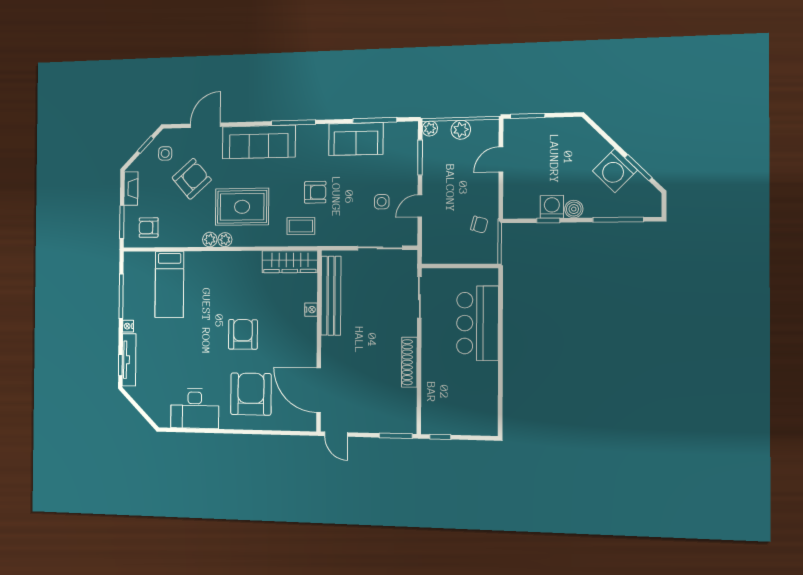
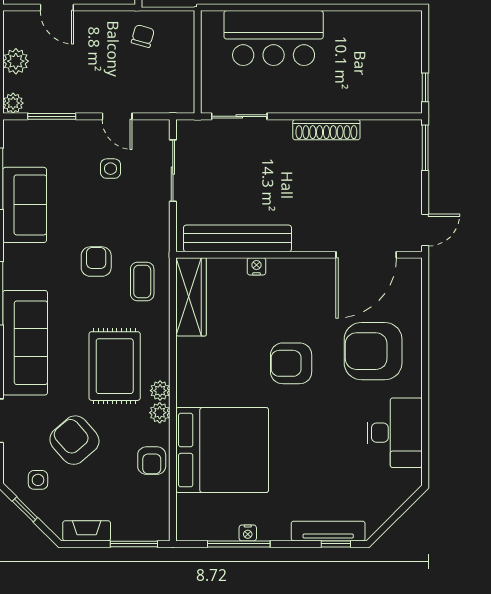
armchair: (149, 228) -> (152, 461), moved
bed: (169, 284) -> (222, 450), width x2.04
nightstand: (128, 326) -> (248, 533), moved

